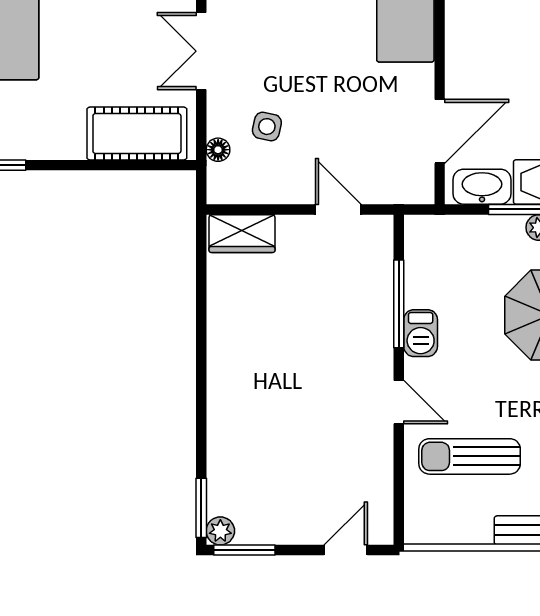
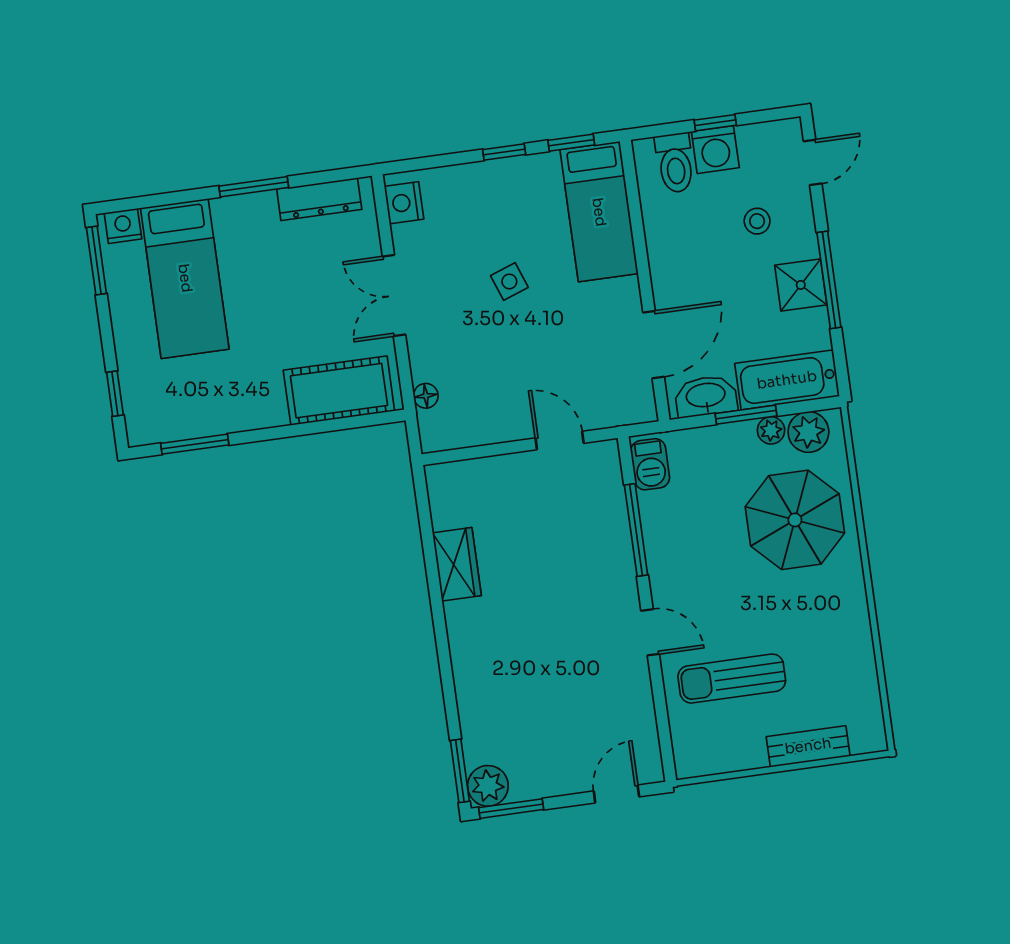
side table: (267, 127) -> (509, 281), moved, turned -32
wardrobe: (242, 234) -> (457, 564), moved, turned -90
barbecue: (421, 333) -> (650, 464), moved
plant: (220, 531) -> (488, 786), width x1.38, depth x1.38

